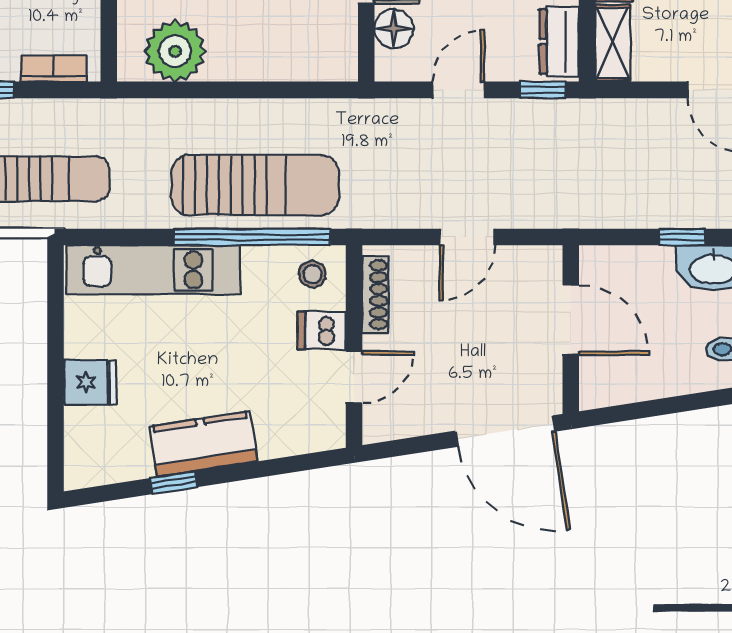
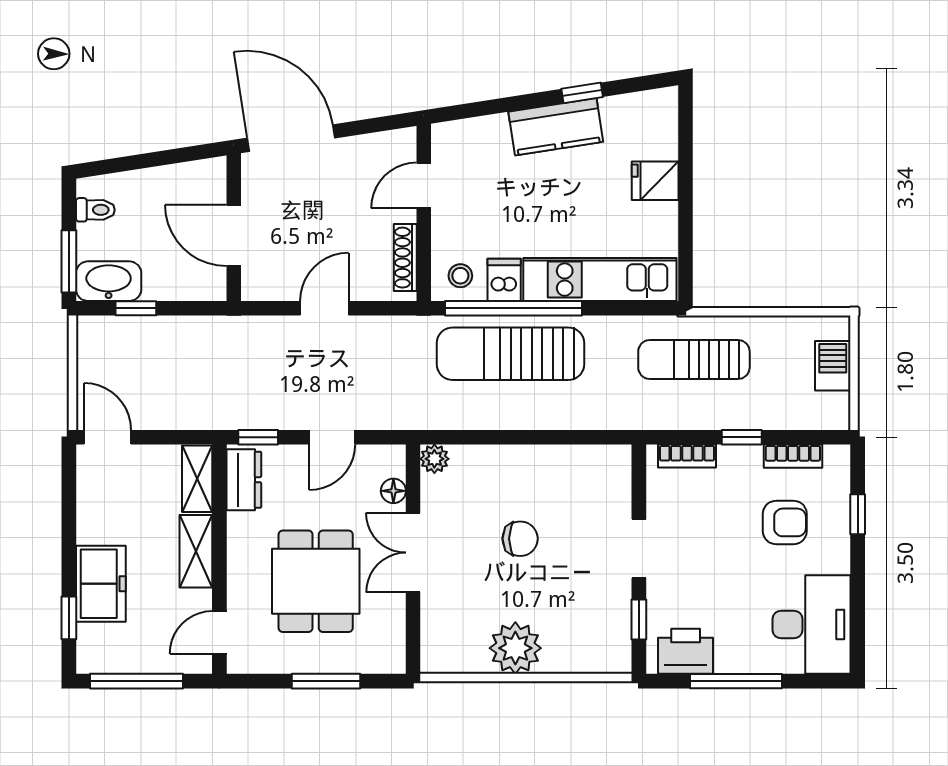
floor lamp: (394, 29) -> (393, 491), width x0.73, depth x0.73
plant: (175, 51) -> (434, 459), moved, width x0.53, depth x0.53
dishwasher: (322, 331) -> (504, 280), moved, turned -90

